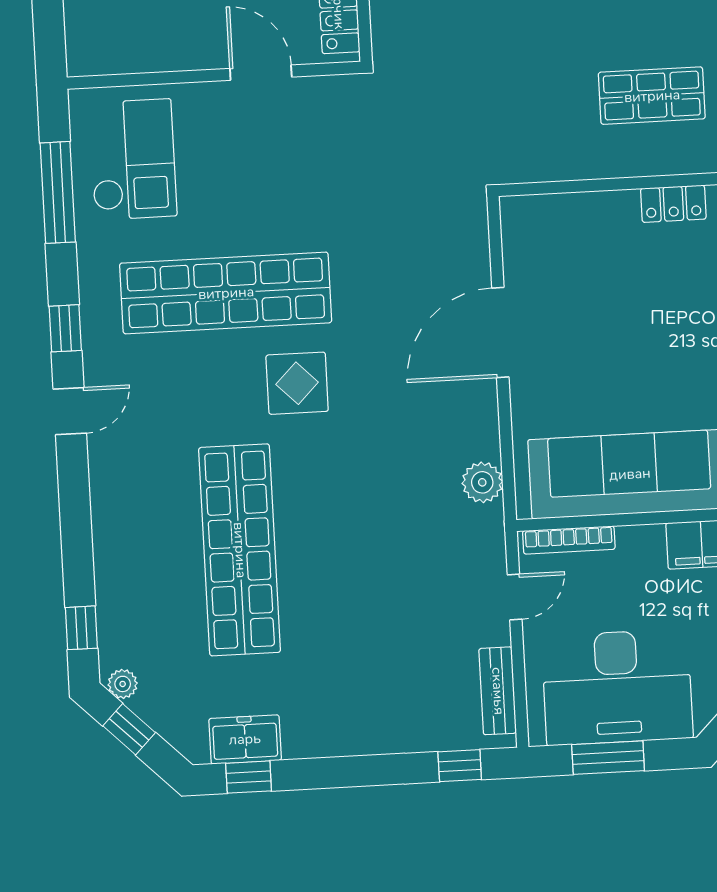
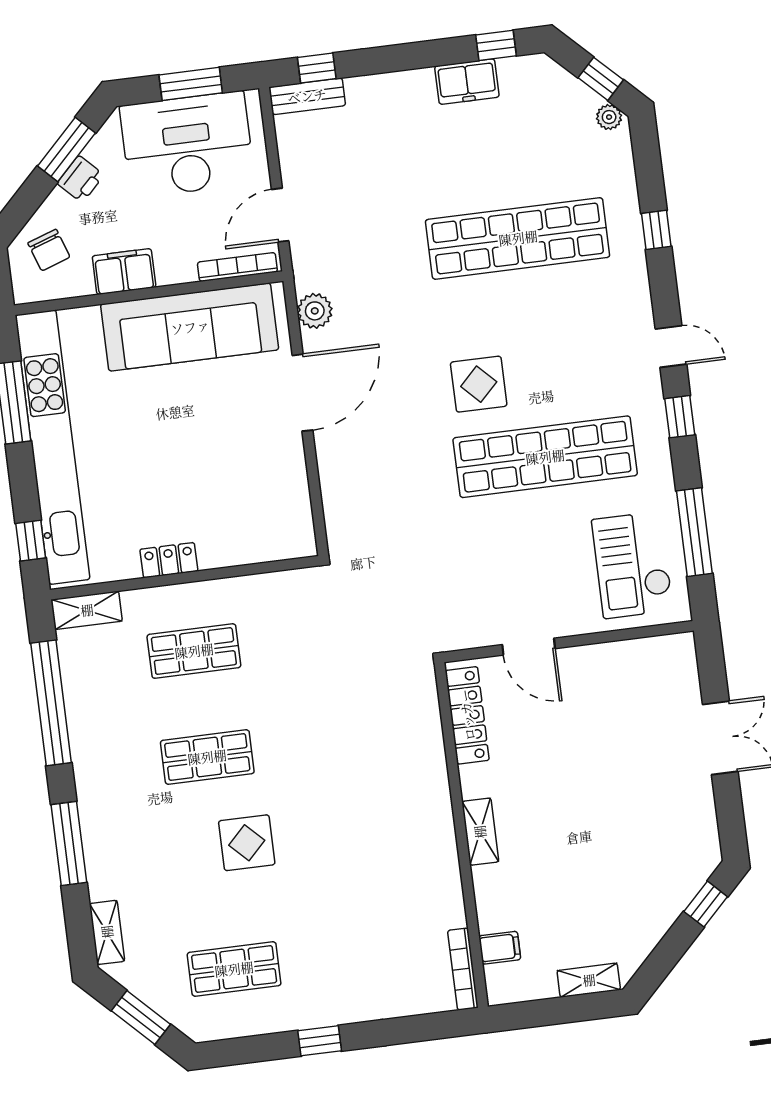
door: (500, 332) -> (303, 393), moved
door: (70, 411) -> (671, 346), swing flipped
shop shelf: (240, 550) -> (518, 238), turned 90
door: (515, 597) -> (280, 215), width x1.37
window: (81, 628) -> (656, 230), moved
bench: (498, 691) -> (307, 96), moved, turned 90
freezer: (245, 739) -> (467, 82), moved

